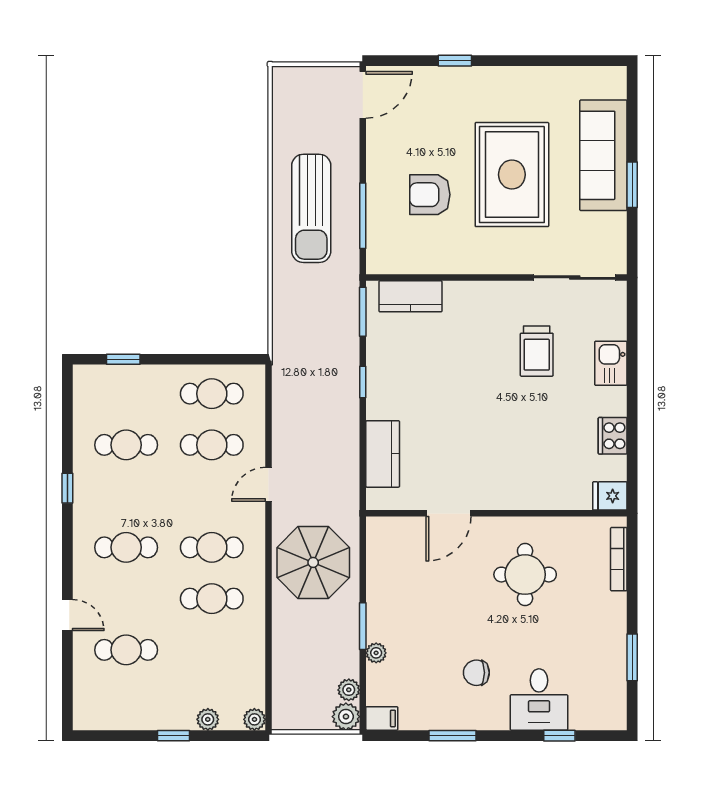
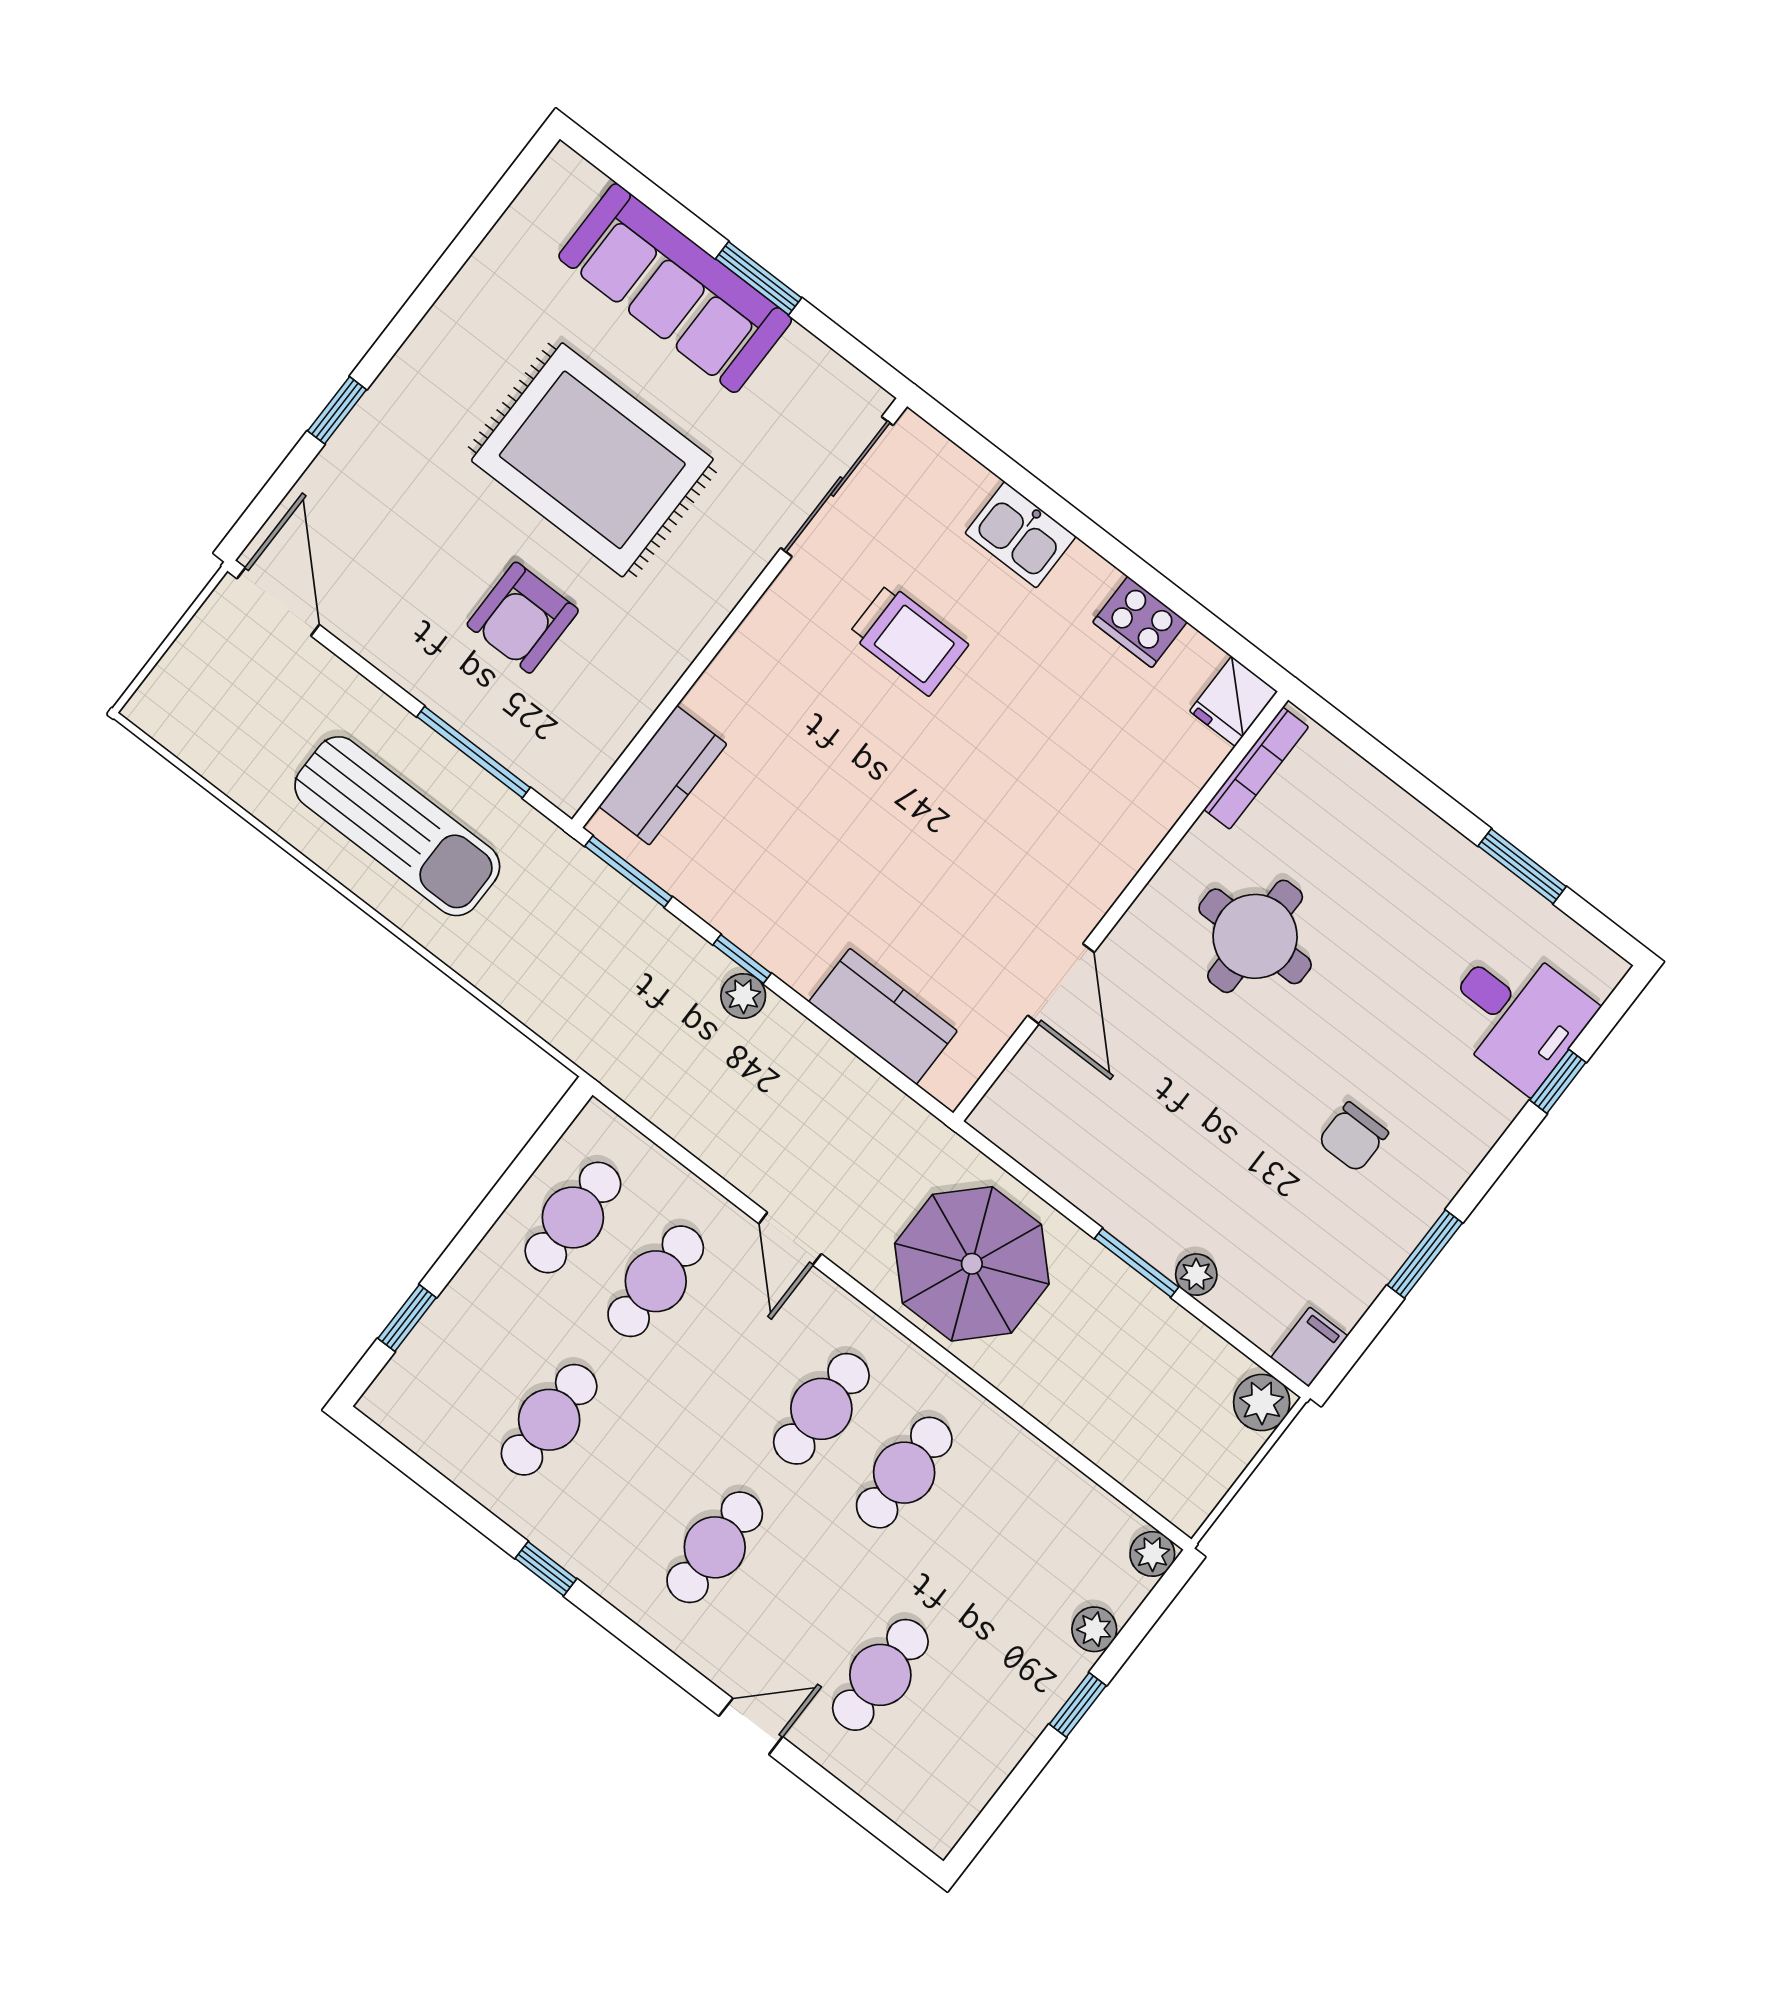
bookcase: (619, 559) -> (1256, 768), moved, turned -90
plant: (349, 690) -> (743, 996), moved
desk: (539, 699) -> (1517, 1014), moved

